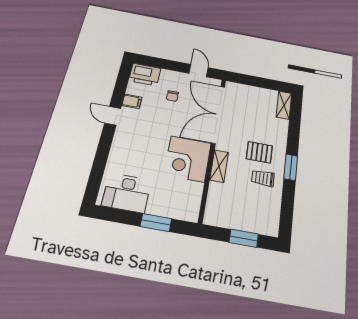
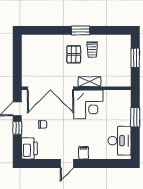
window: (174, 66) -> (17, 128), added
filing cabinet: (132, 101) -> (84, 153), moved
shelving: (284, 105) -> (33, 40), removed

